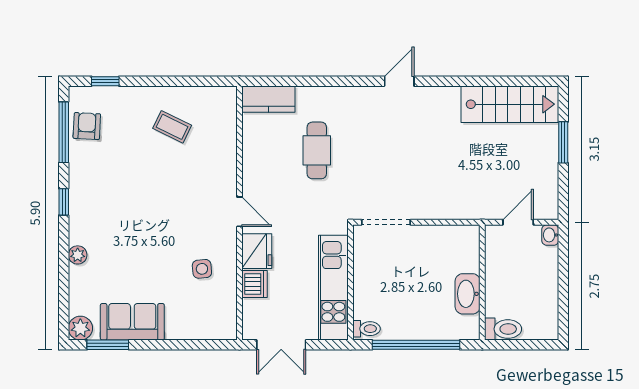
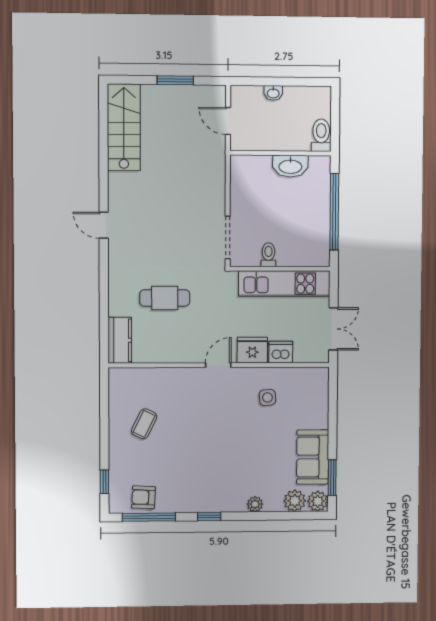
window: (563, 142) -> (175, 80), moved
washbasin: (550, 235) -> (273, 93), moved
plant: (81, 301) -> (295, 501), added
toilet: (366, 329) -> (268, 255), moved

